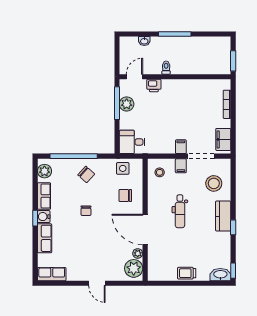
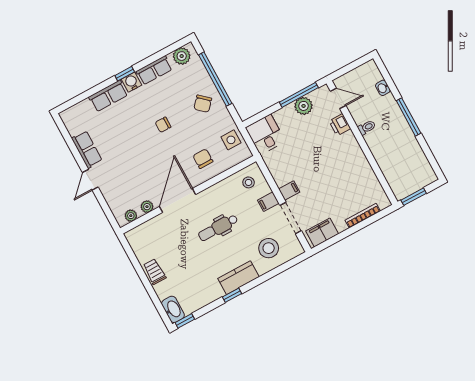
plant: (134, 268) -> (131, 216), width x0.53, depth x0.53
row of seats: (52, 274) -> (87, 149), moved

